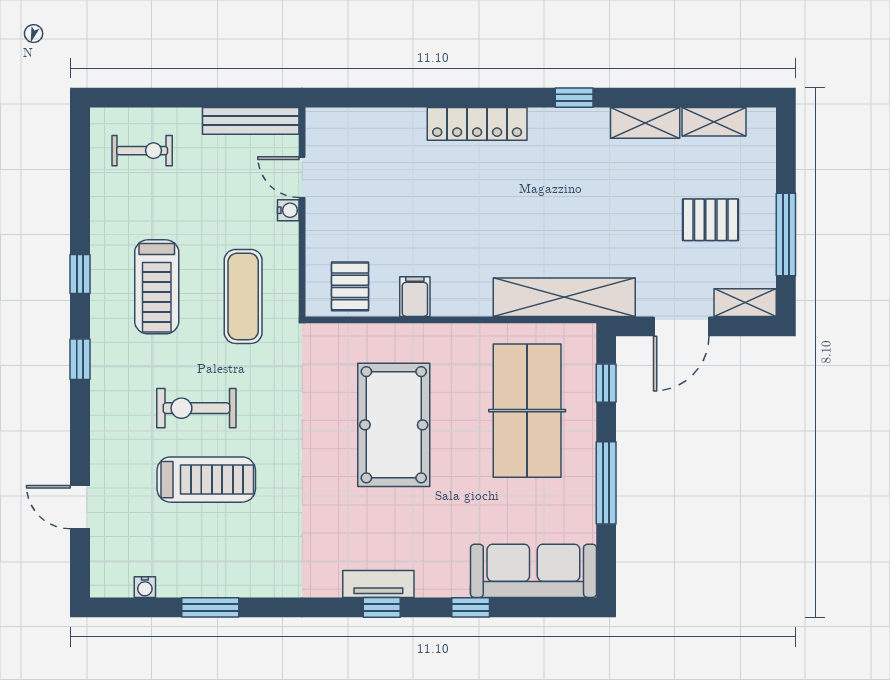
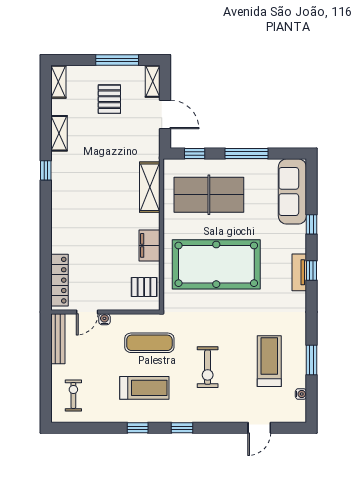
shelving: (714, 122) -> (58, 82), moved
locker: (477, 124) -> (59, 280), moved
filing cabinet: (415, 297) -> (149, 245), width x2.00
shelving: (564, 297) -> (150, 187), width x0.68
pool table: (394, 425) -> (216, 264), width x1.36, depth x1.32
treadmill: (206, 480) -> (269, 361), moved

